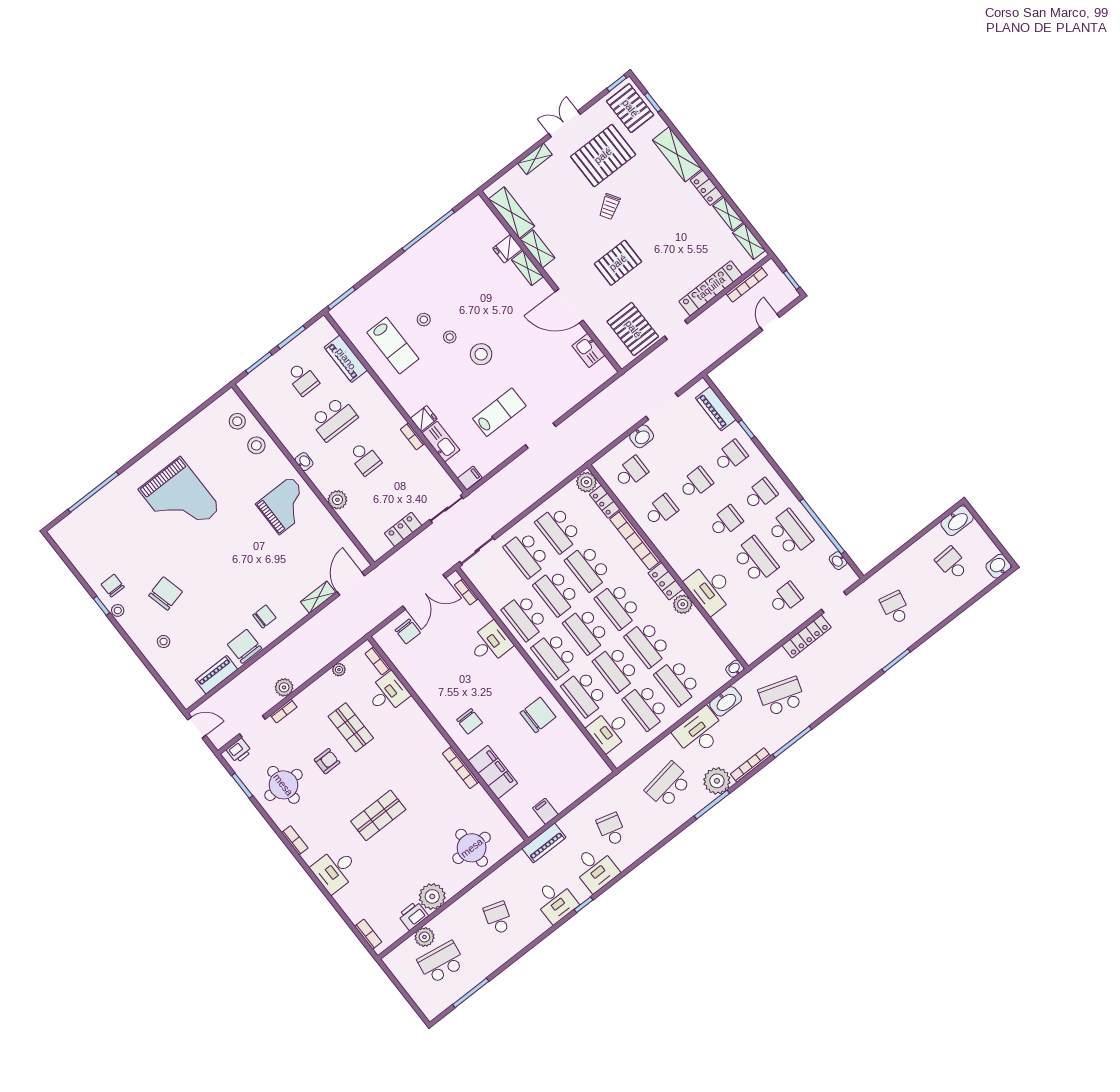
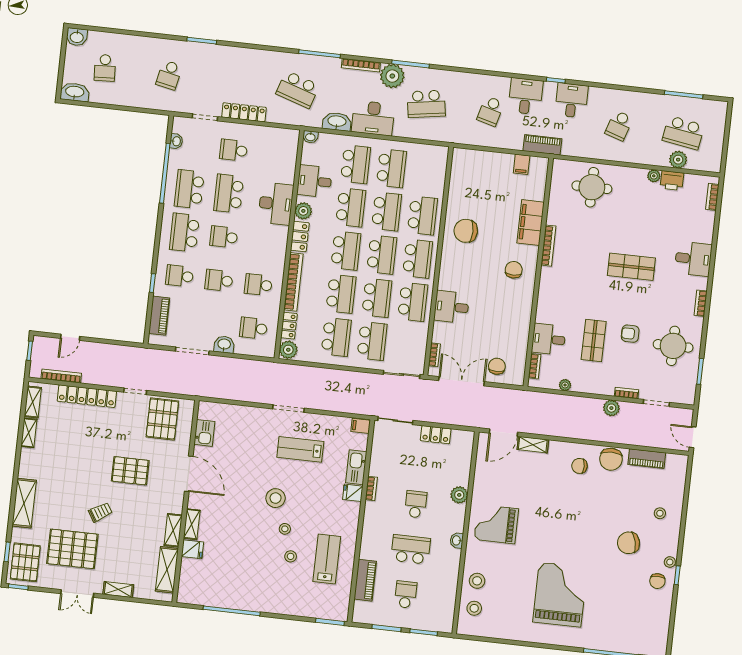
locker: (707, 188) -> (26, 463), removed
school desk: (760, 494) -> (184, 233), width x1.85
desk: (609, 730) -> (315, 181), moved, turned 180
printer: (239, 751) -> (680, 396), removed
plant: (432, 896) -> (654, 176), width x0.53, depth x0.53

